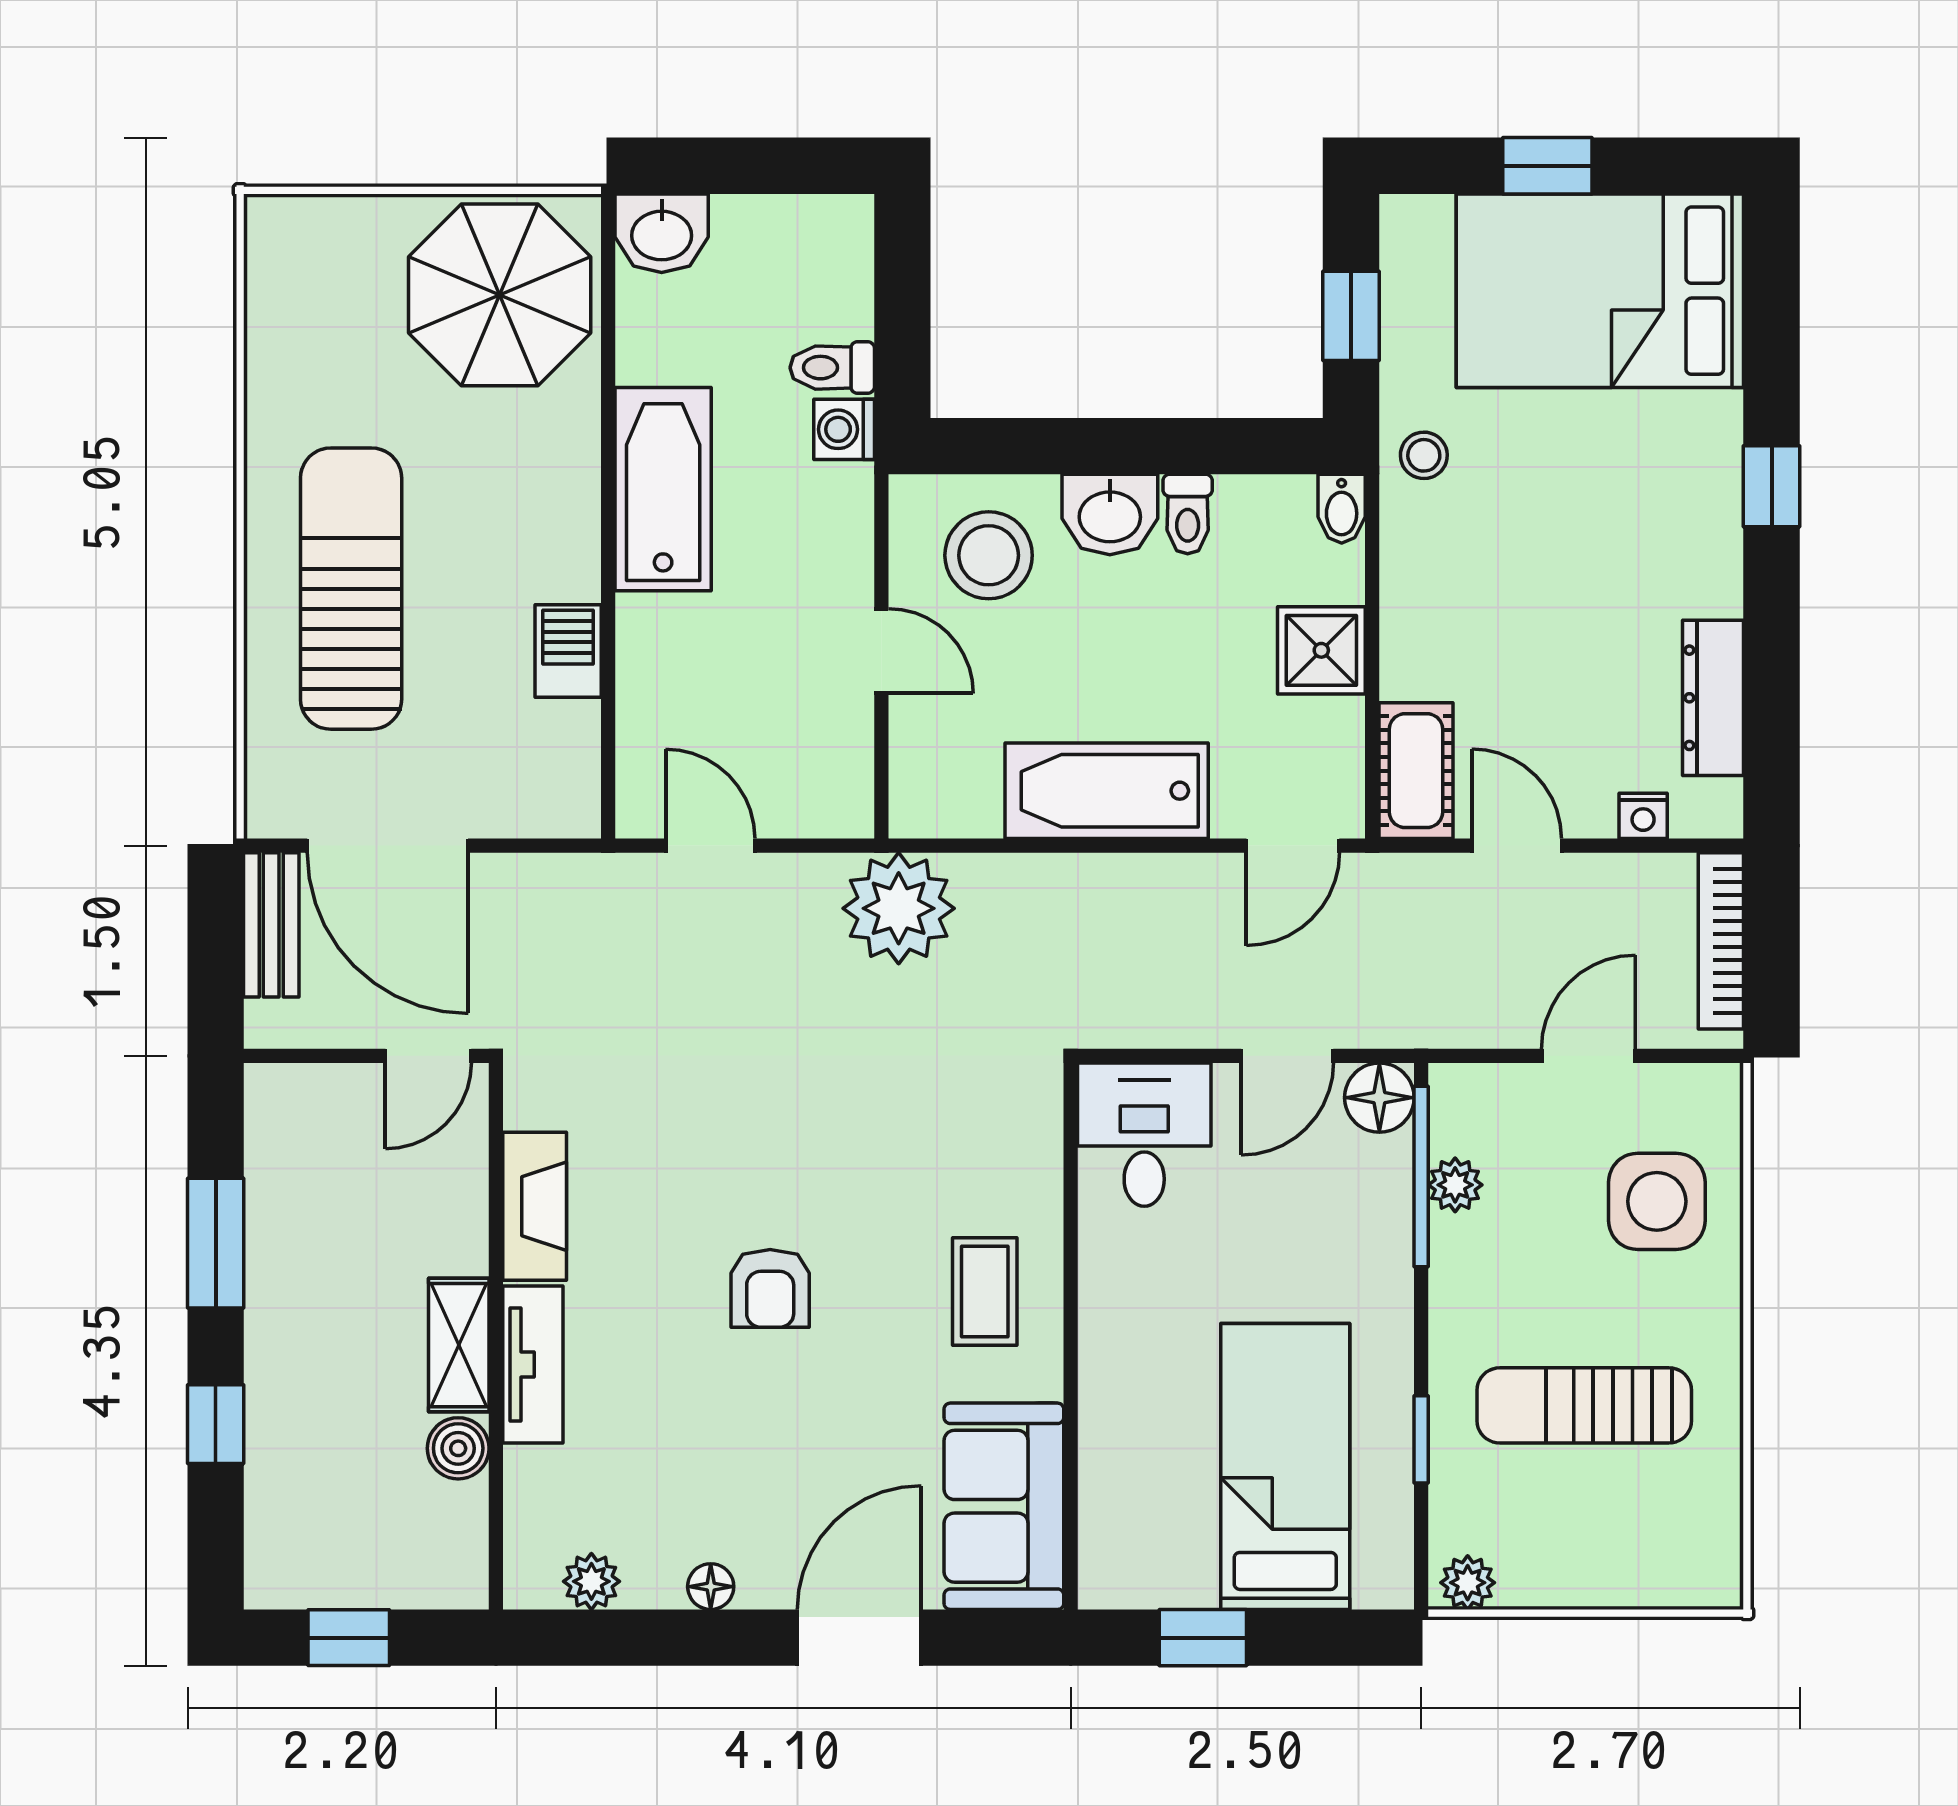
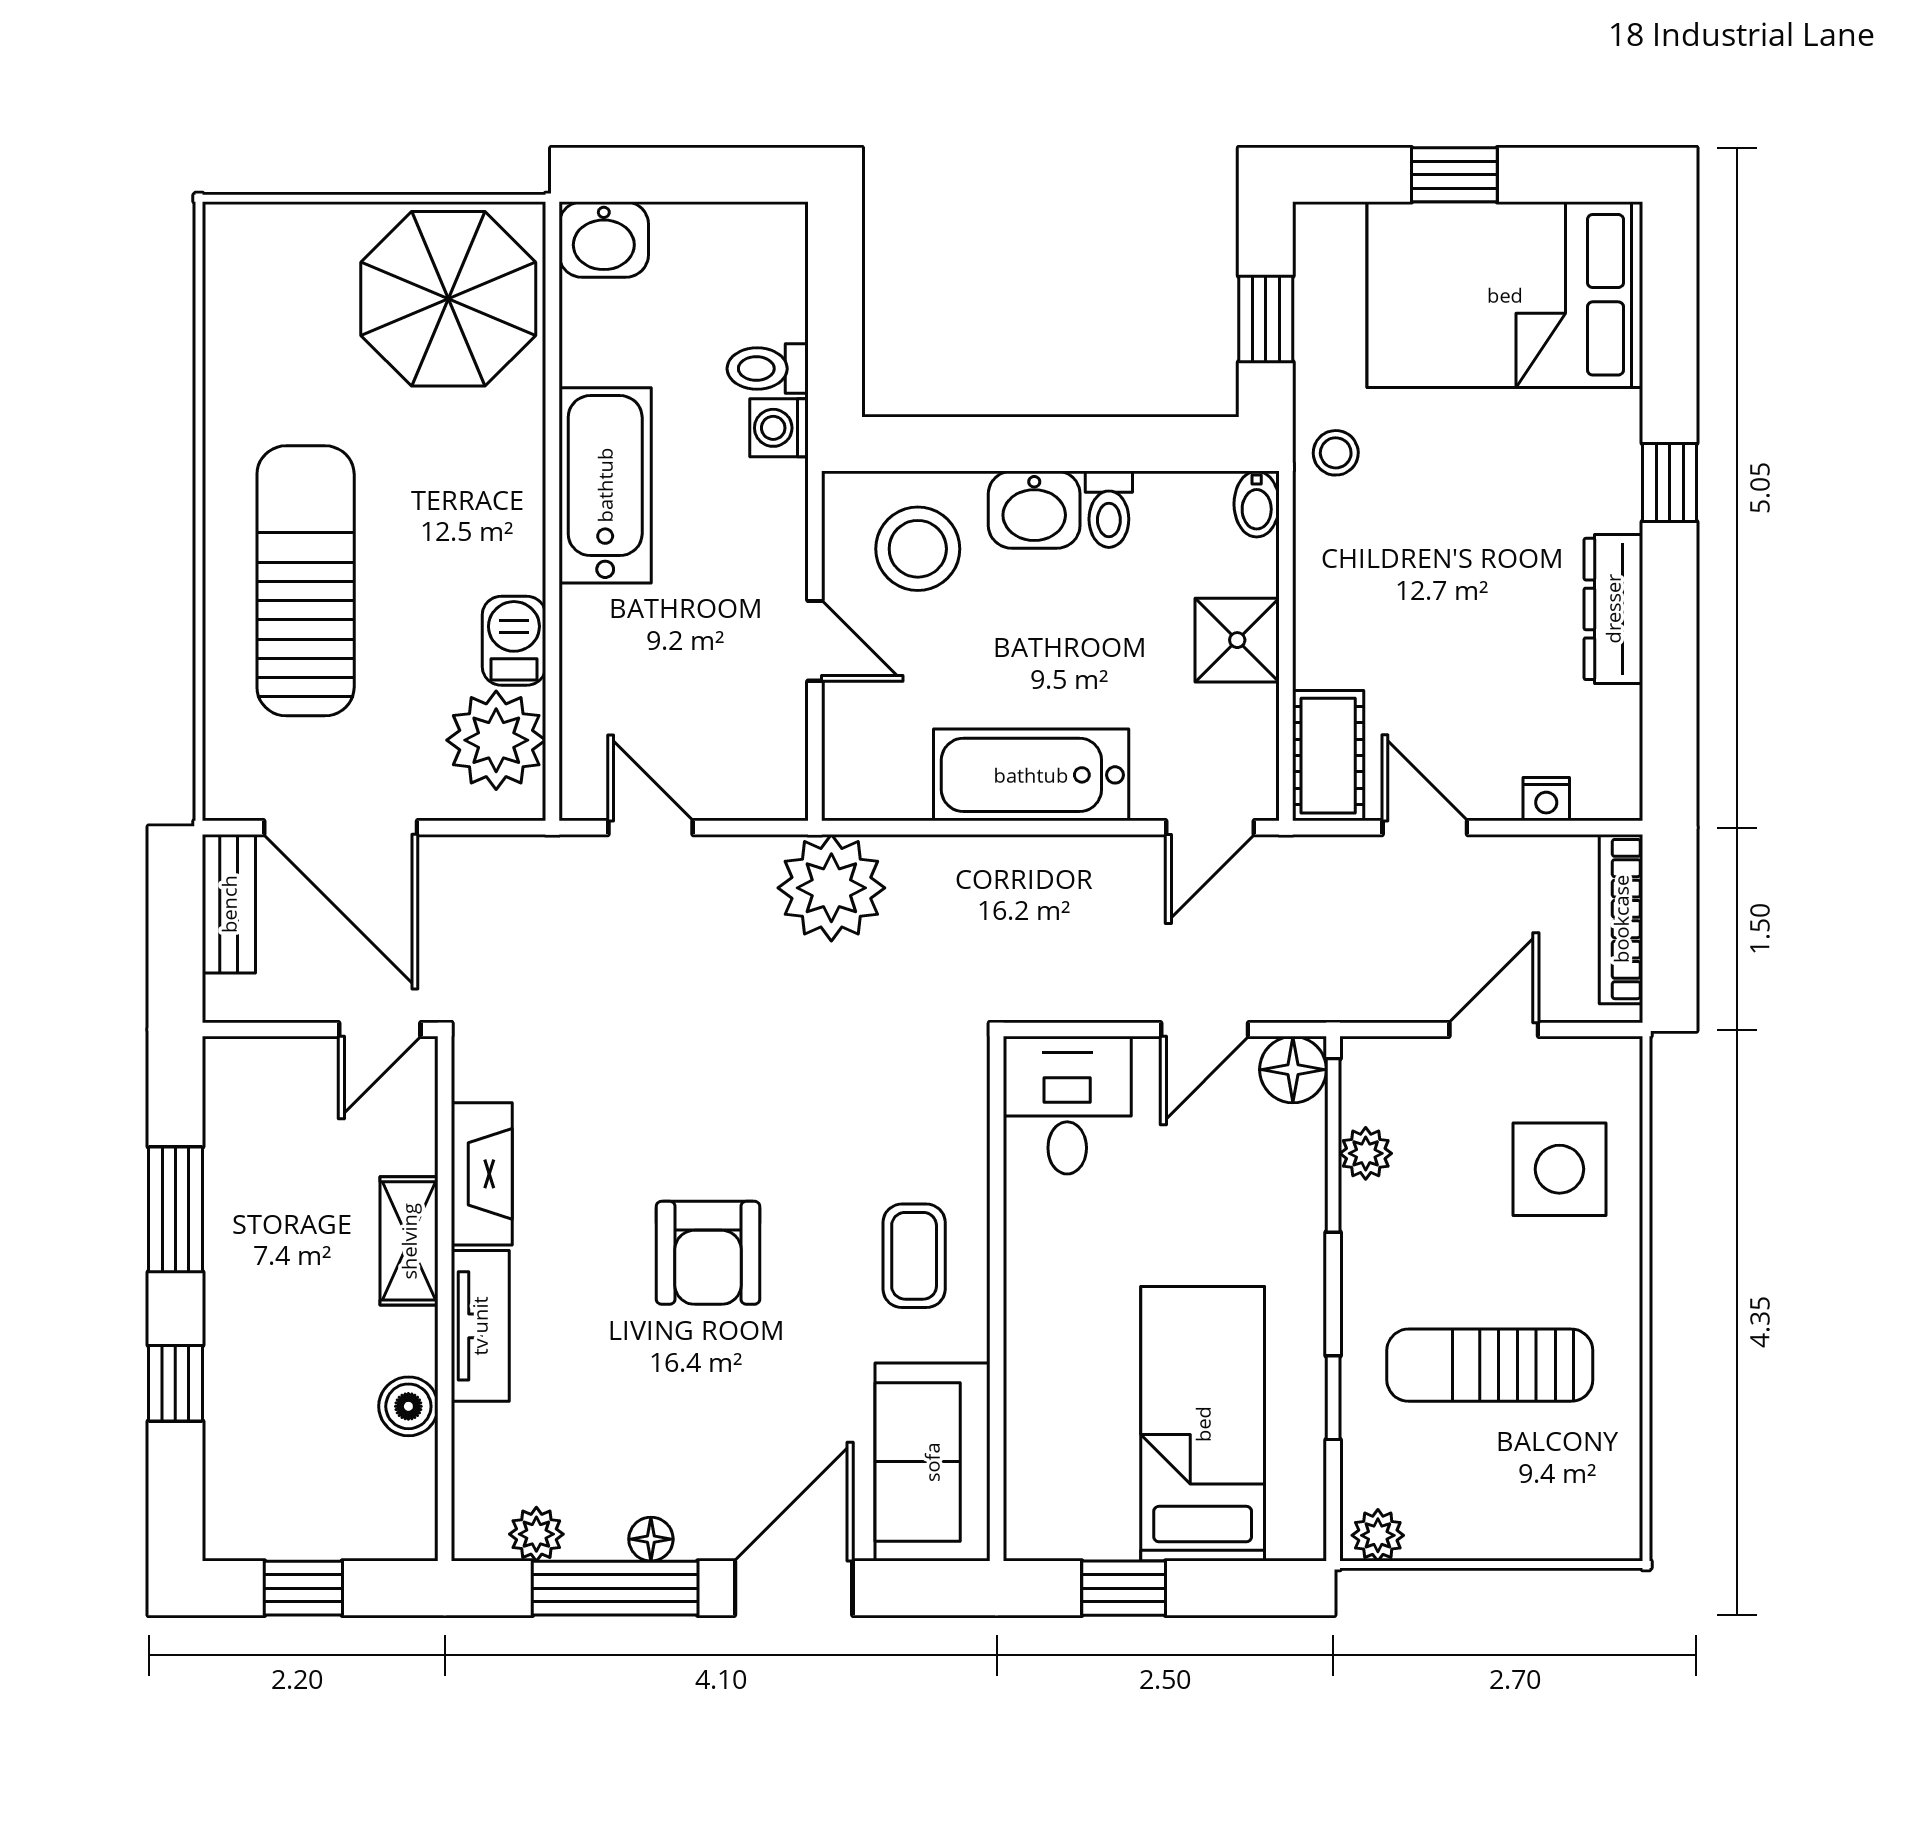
dresser: (1713, 698) -> (1613, 609), moved
plant: (550, 755) -> (496, 740), added
armchair: (770, 1288) -> (708, 1253), width x1.38, depth x1.38
shelving: (459, 1345) -> (409, 1241), moved
window: (673, 1638) -> (615, 1588), added

